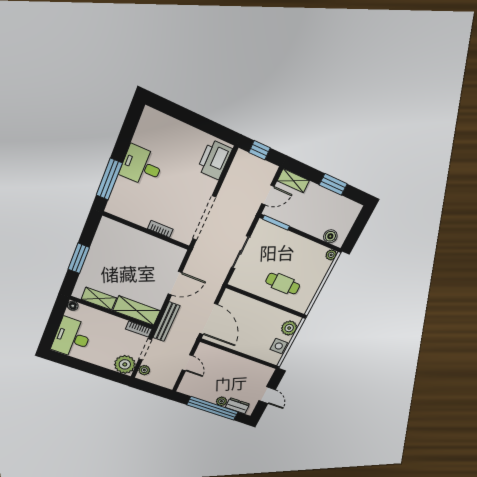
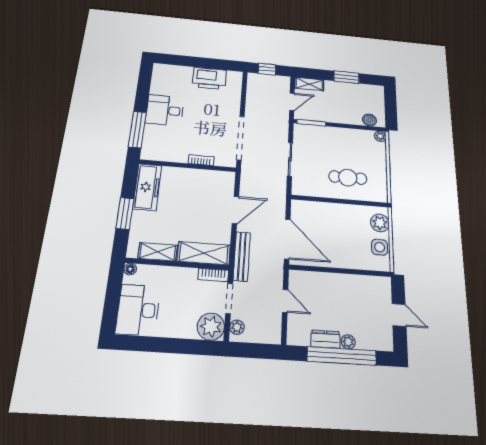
printer: (215, 160) -> (209, 78), moved, turned -90
freezer: (104, 240) -> (147, 187), added
dresser: (238, 406) -> (325, 339), moved

